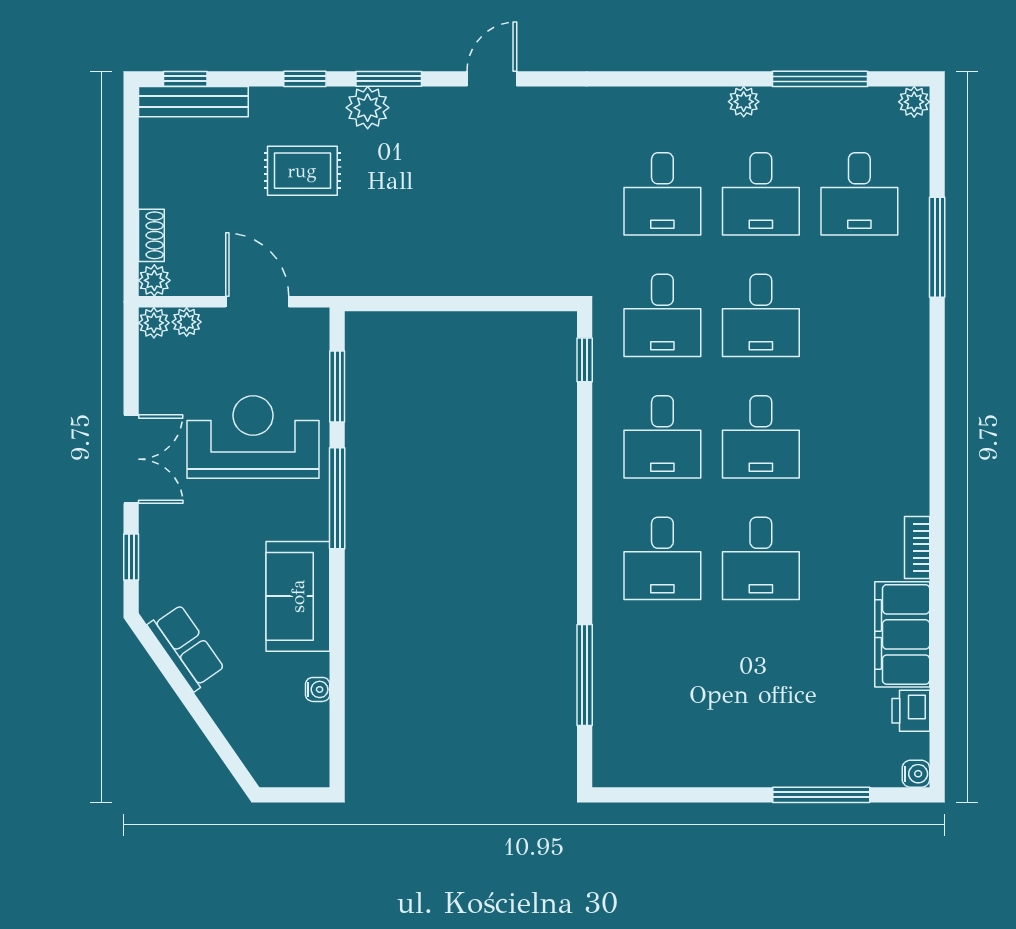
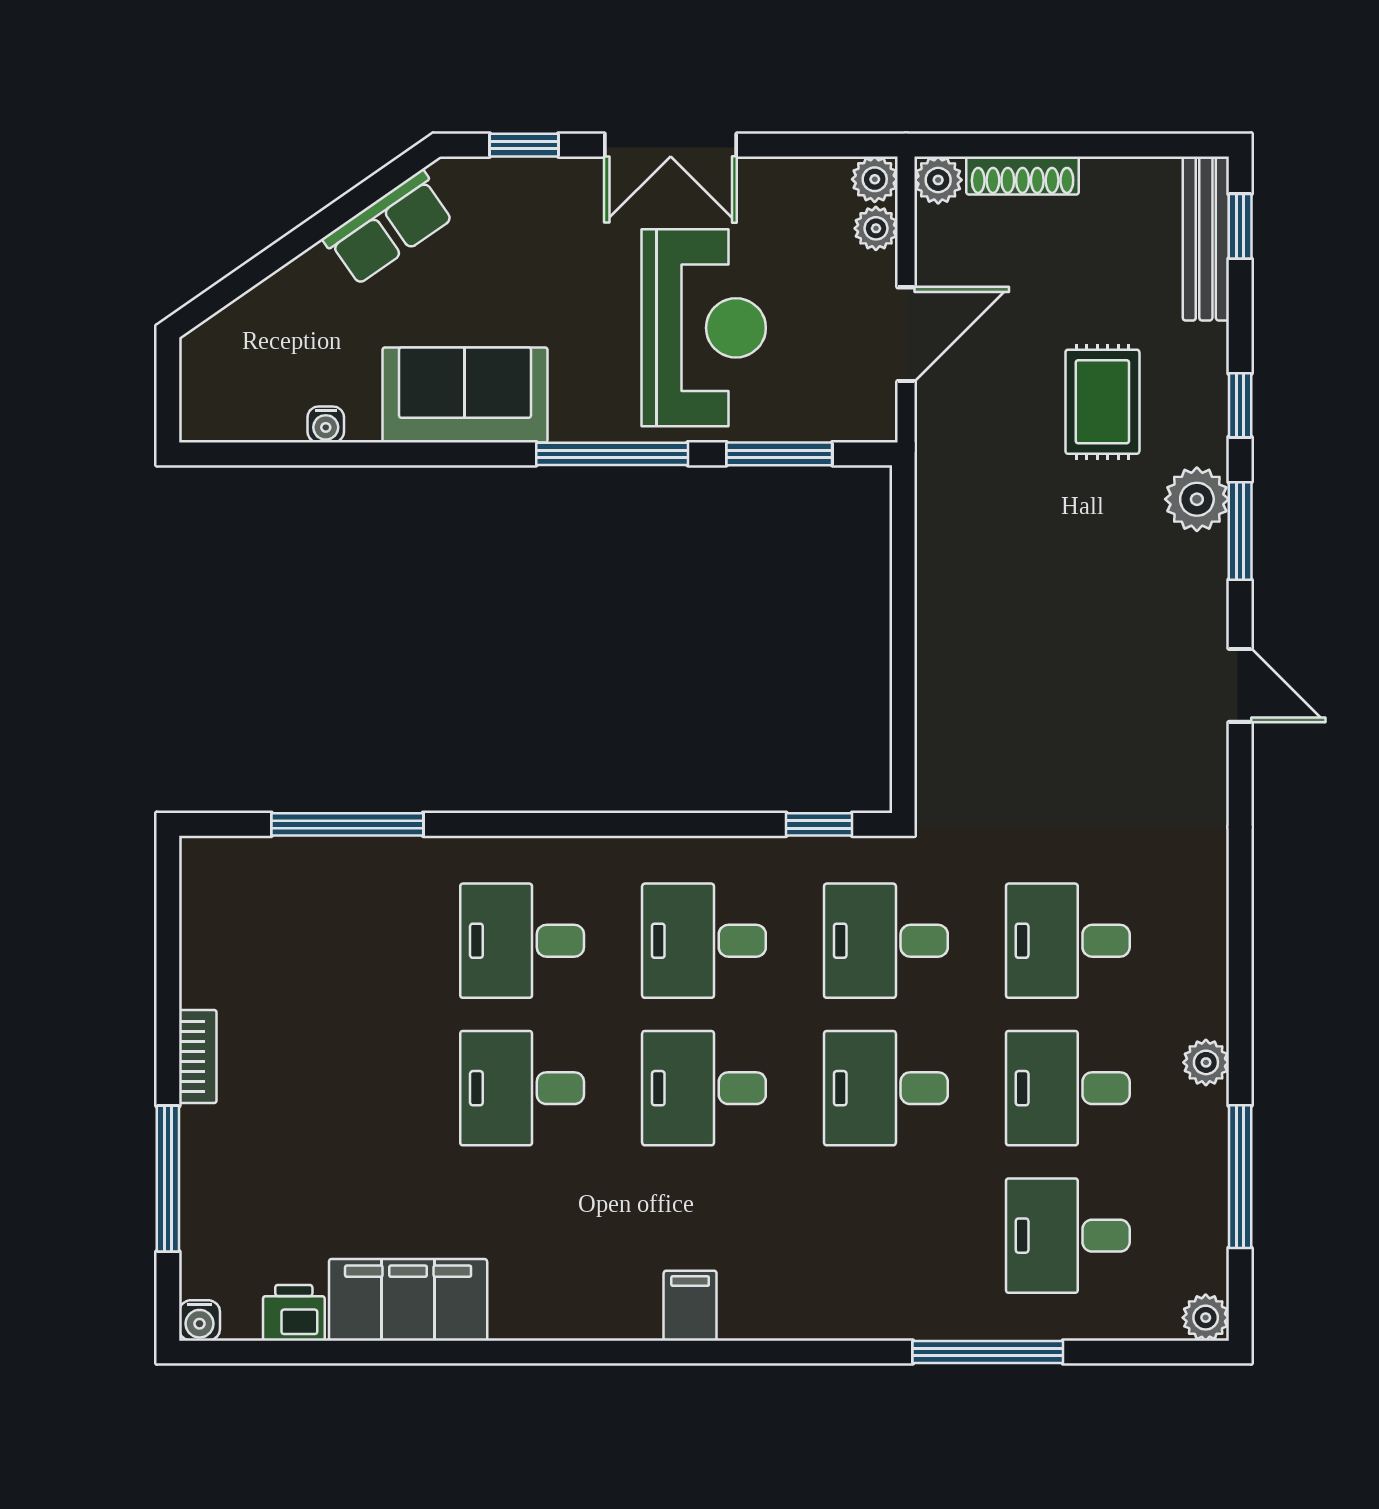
shoe rack: (151, 235) -> (1023, 175), width x1.43
filing cabinet: (906, 446) -> (690, 1306), added
bookcase: (917, 548) -> (198, 1056), moved, turned 90

